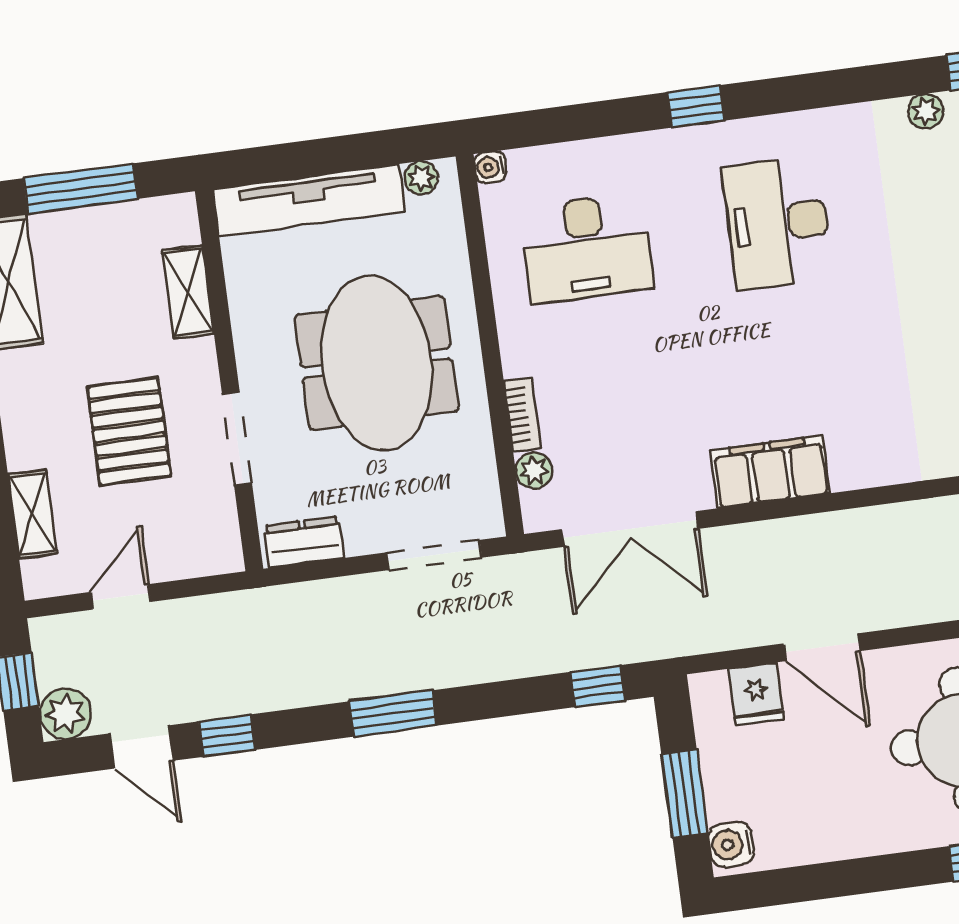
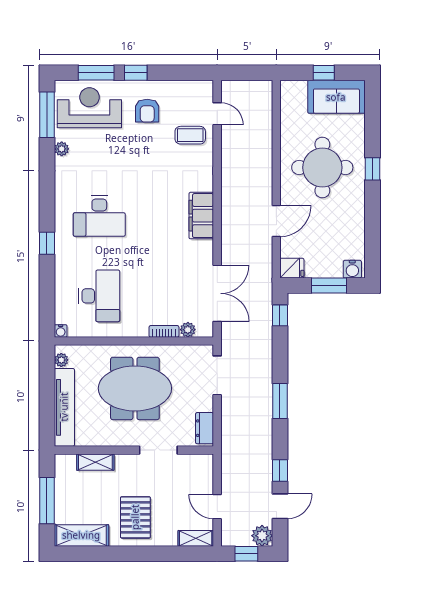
pallet: (129, 432) -> (135, 517), moved, turned 90
filing cabinet: (770, 472) -> (201, 216), moved
shelving: (32, 514) -> (196, 538), moved
fridge: (756, 694) -> (292, 268), moved

